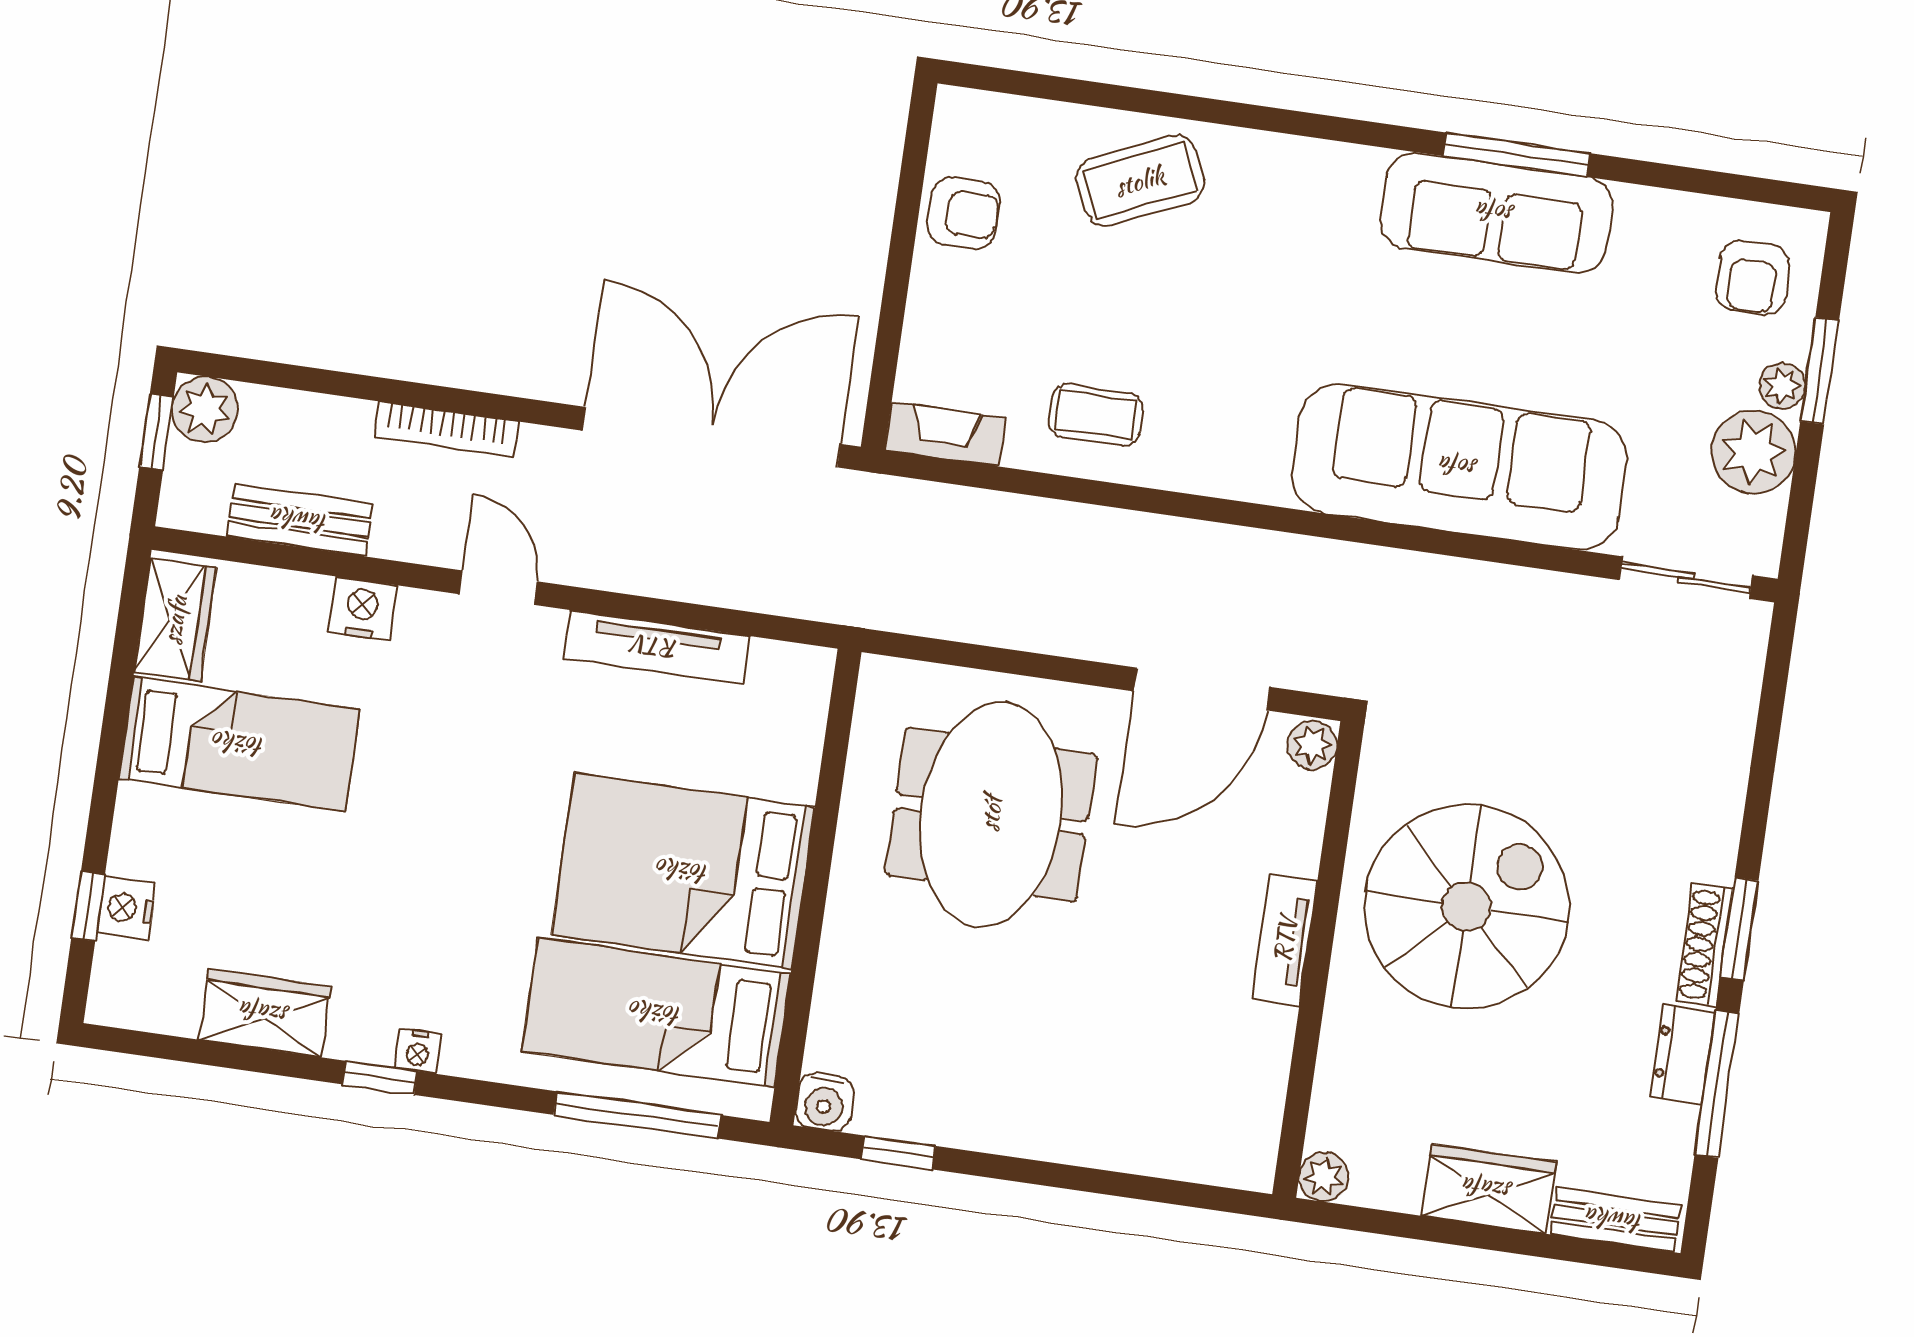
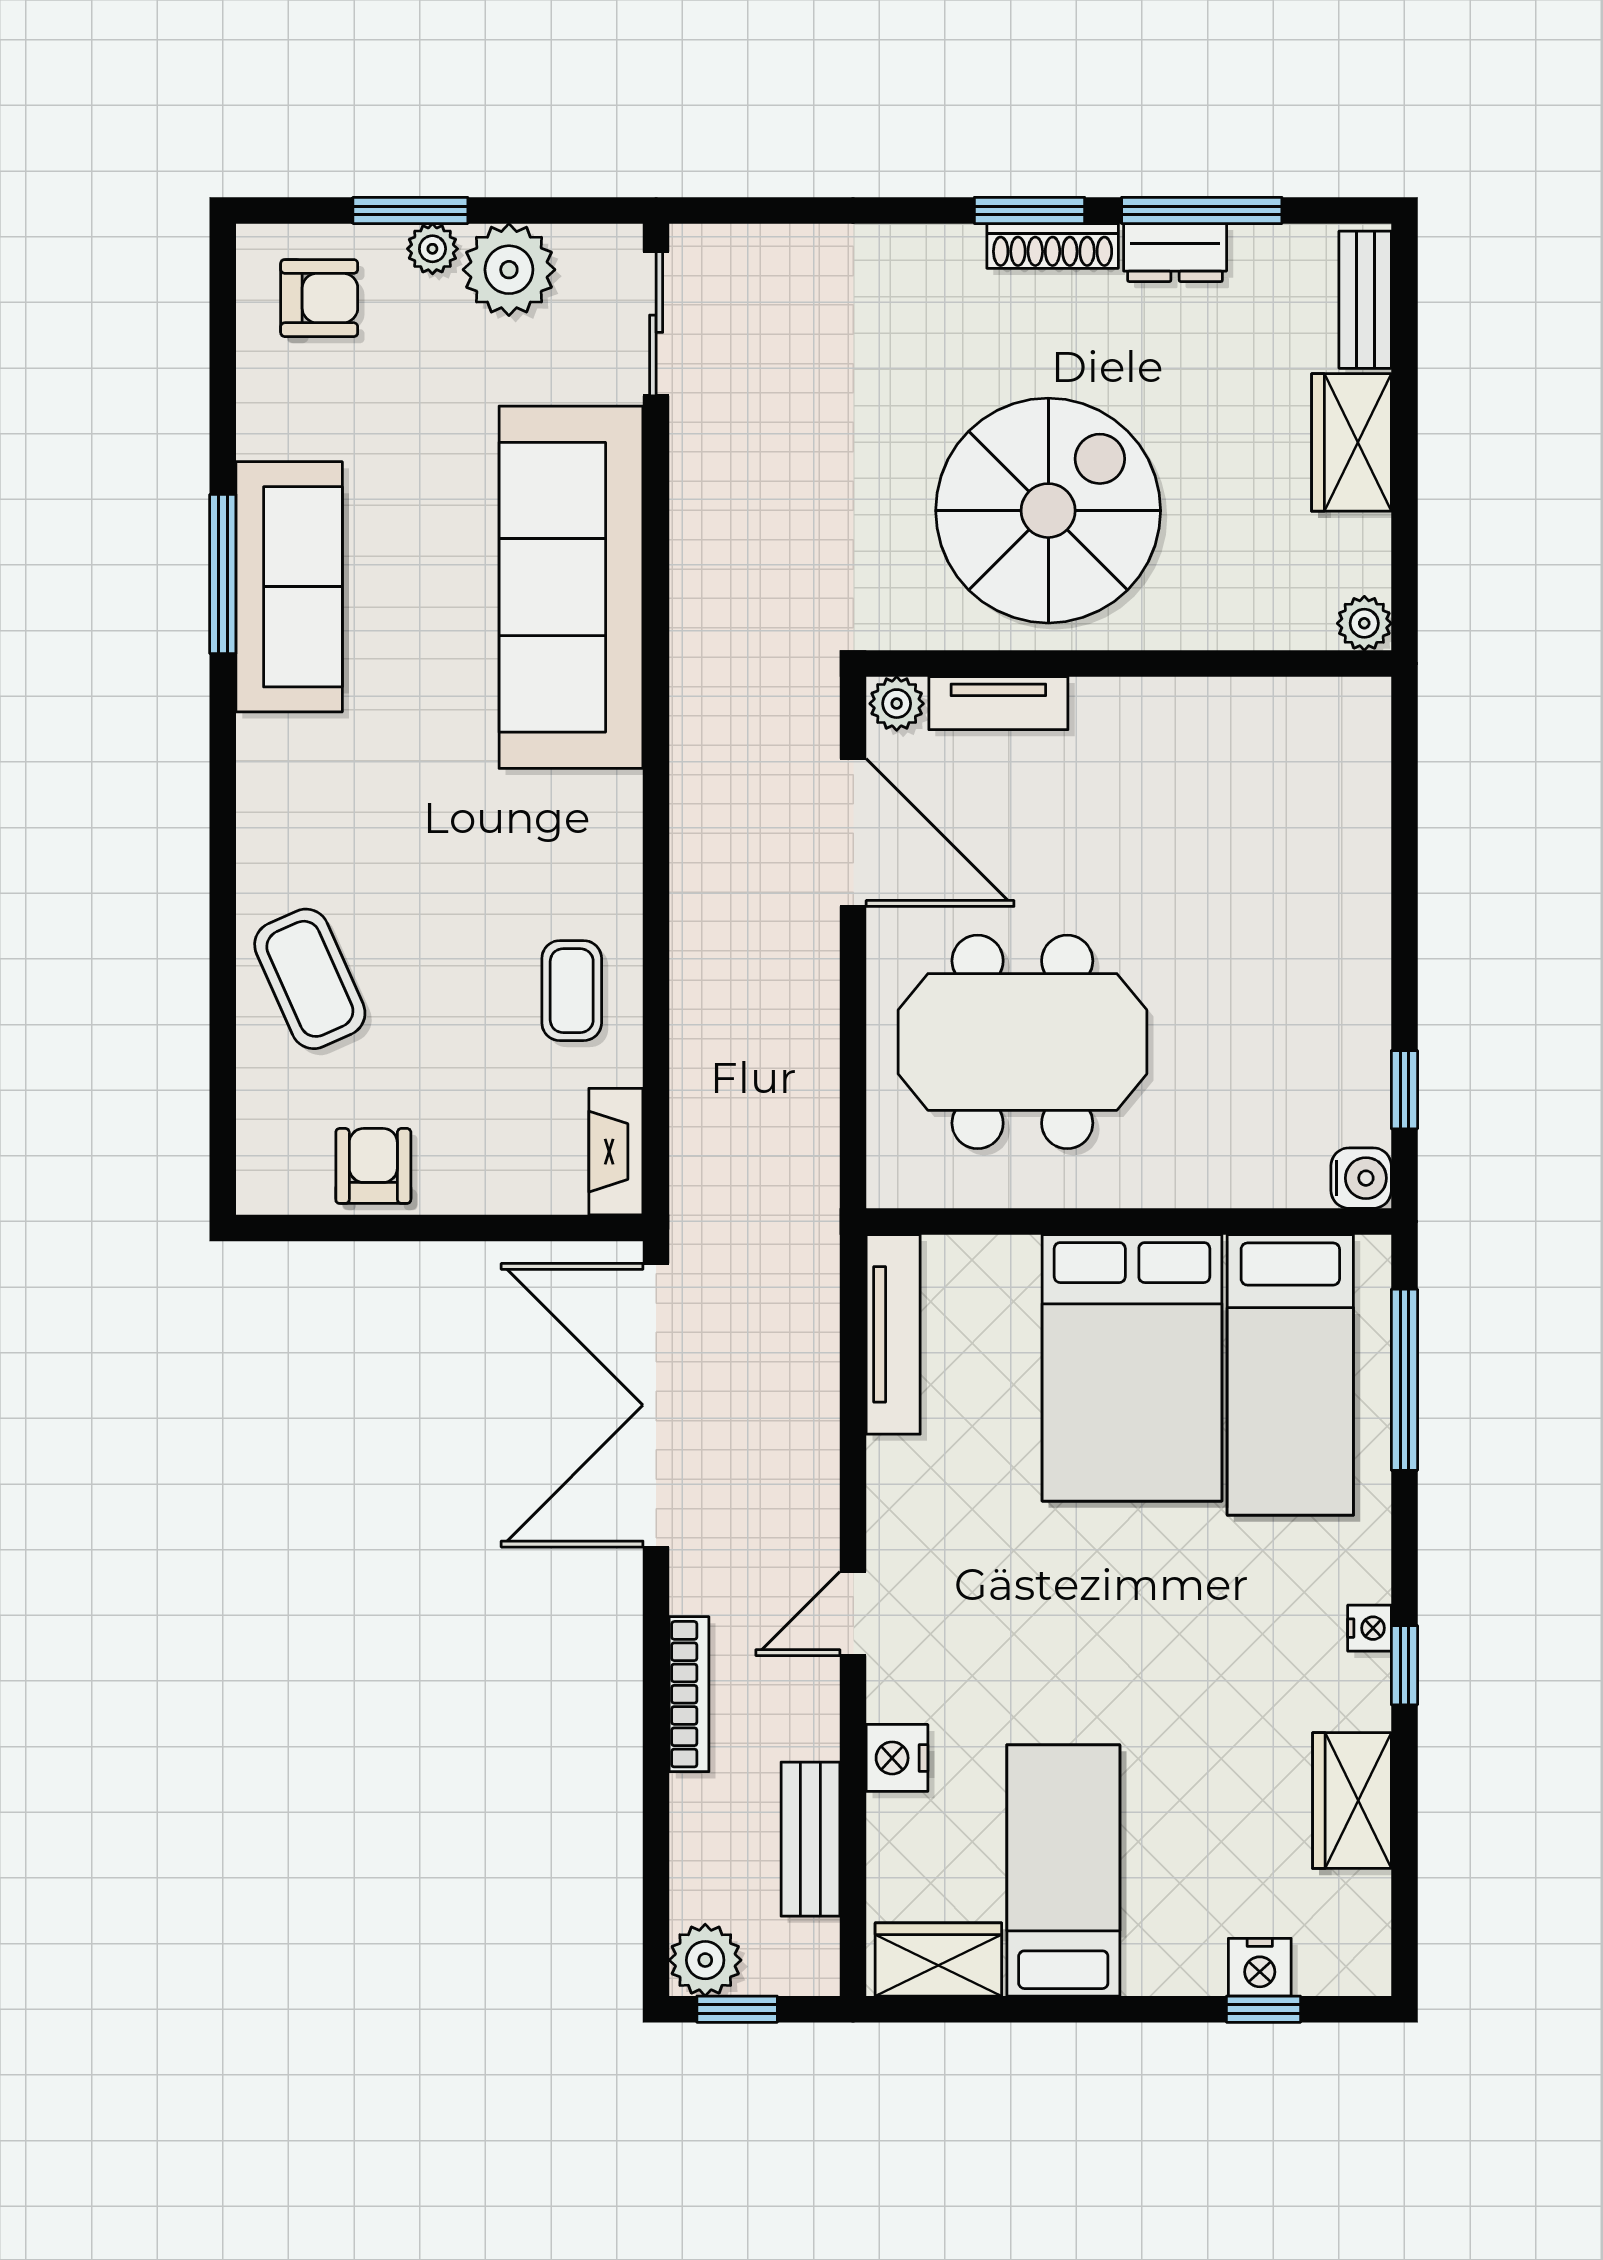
tv unit: (656, 647) -> (893, 1334), moved
spiral stairs: (1466, 907) -> (1048, 511), turned 90
tv unit: (1285, 940) -> (998, 703), moved

